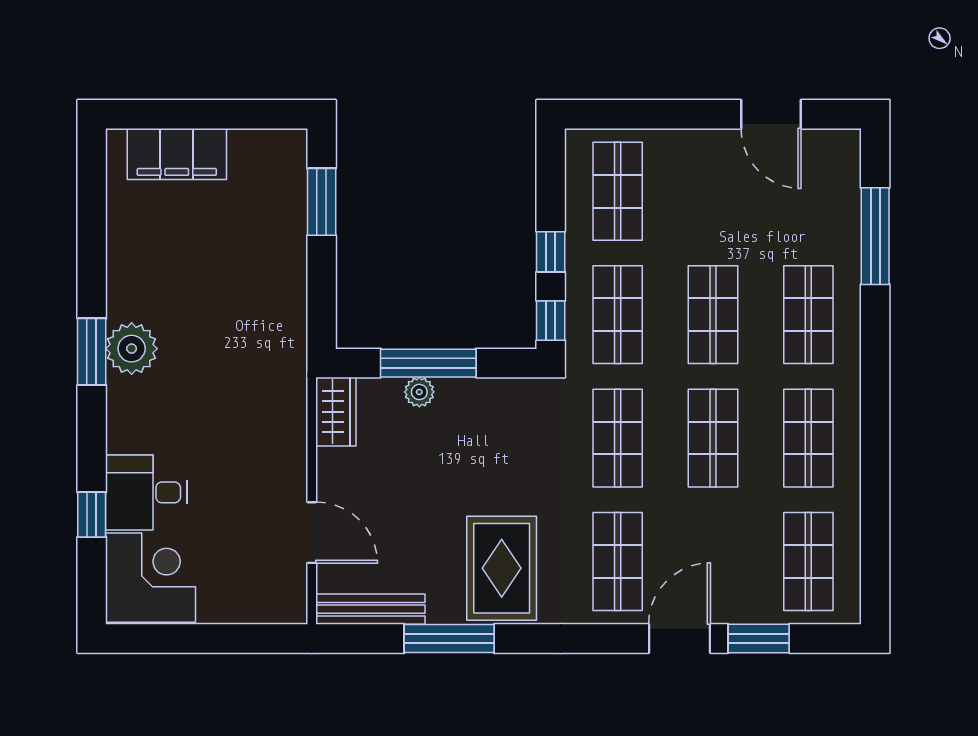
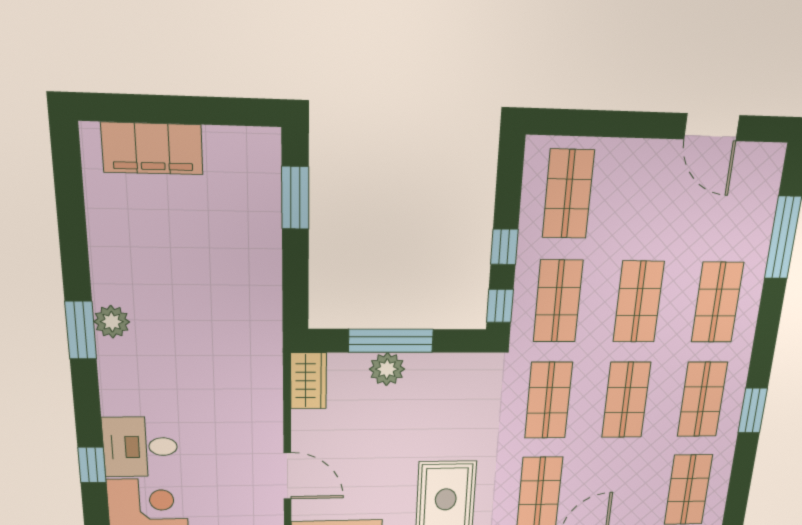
plant: (132, 349) -> (112, 322), width x0.73, depth x0.73
plant: (419, 392) -> (387, 369), width x1.38, depth x1.38
window: (875, 453) -> (753, 411), added

